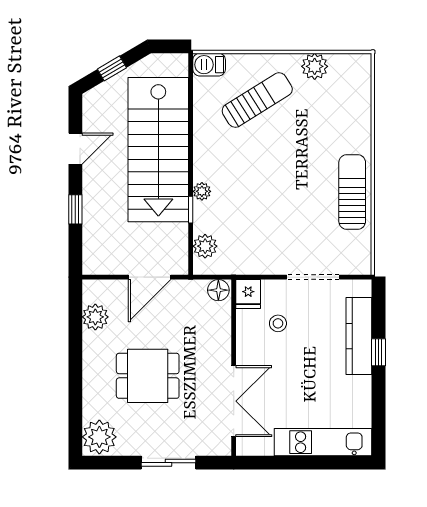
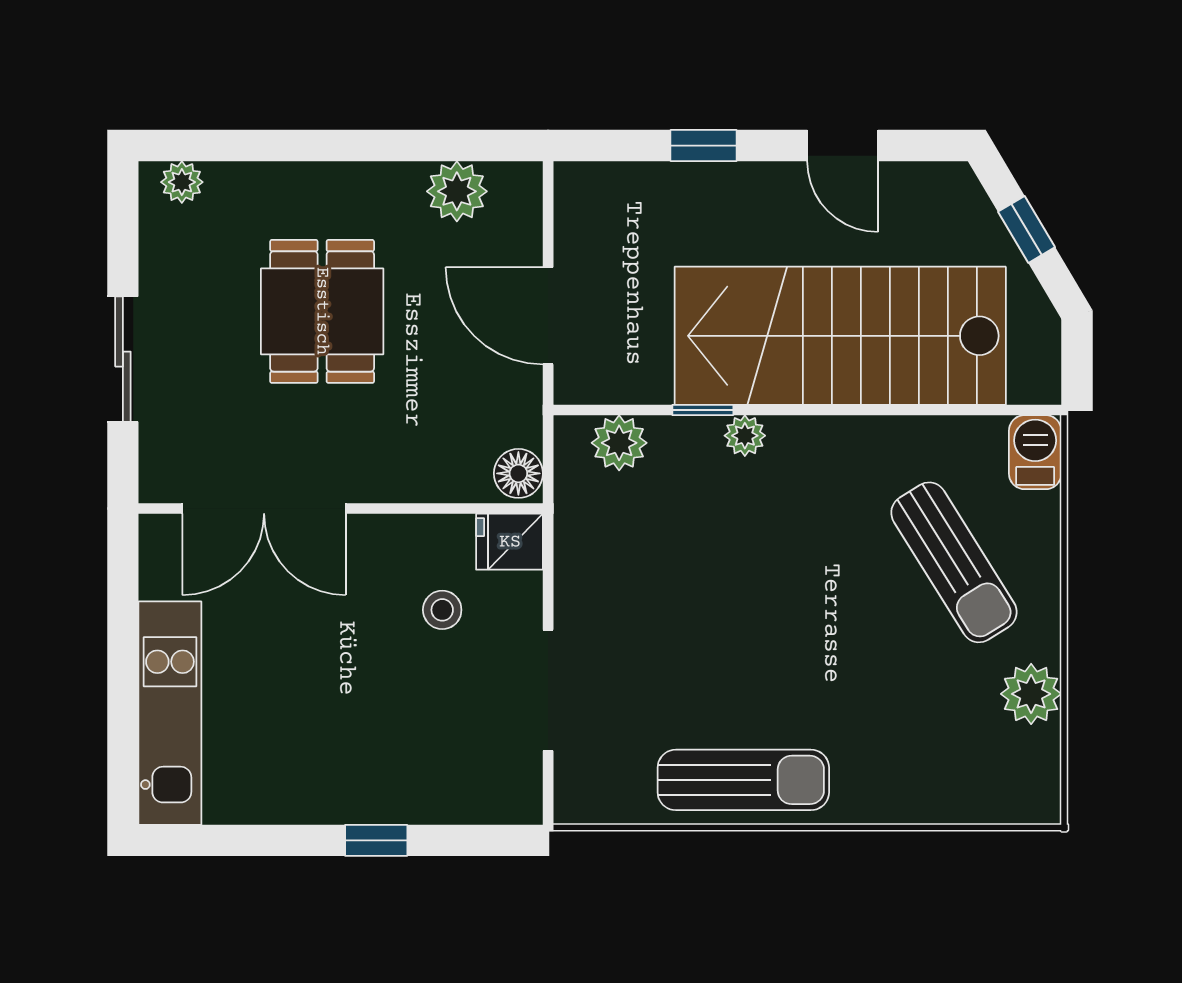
kitchen counter: (359, 336) -> (413, 795), removed
plant: (99, 437) -> (182, 182), width x0.53, depth x0.53

